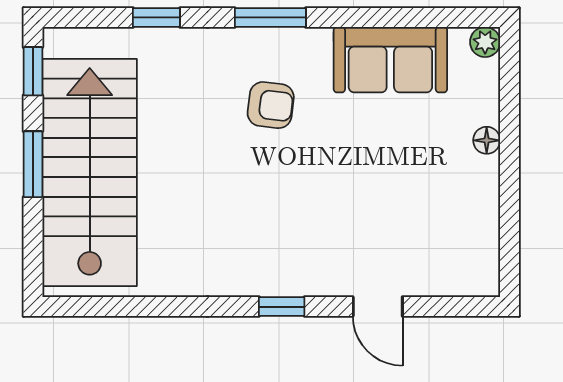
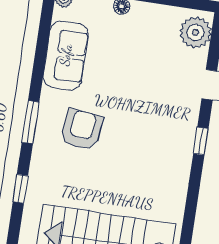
armchair: (271, 105) -> (82, 130), width x1.38, depth x1.38
plant: (462, 270) -> (195, 32), added

